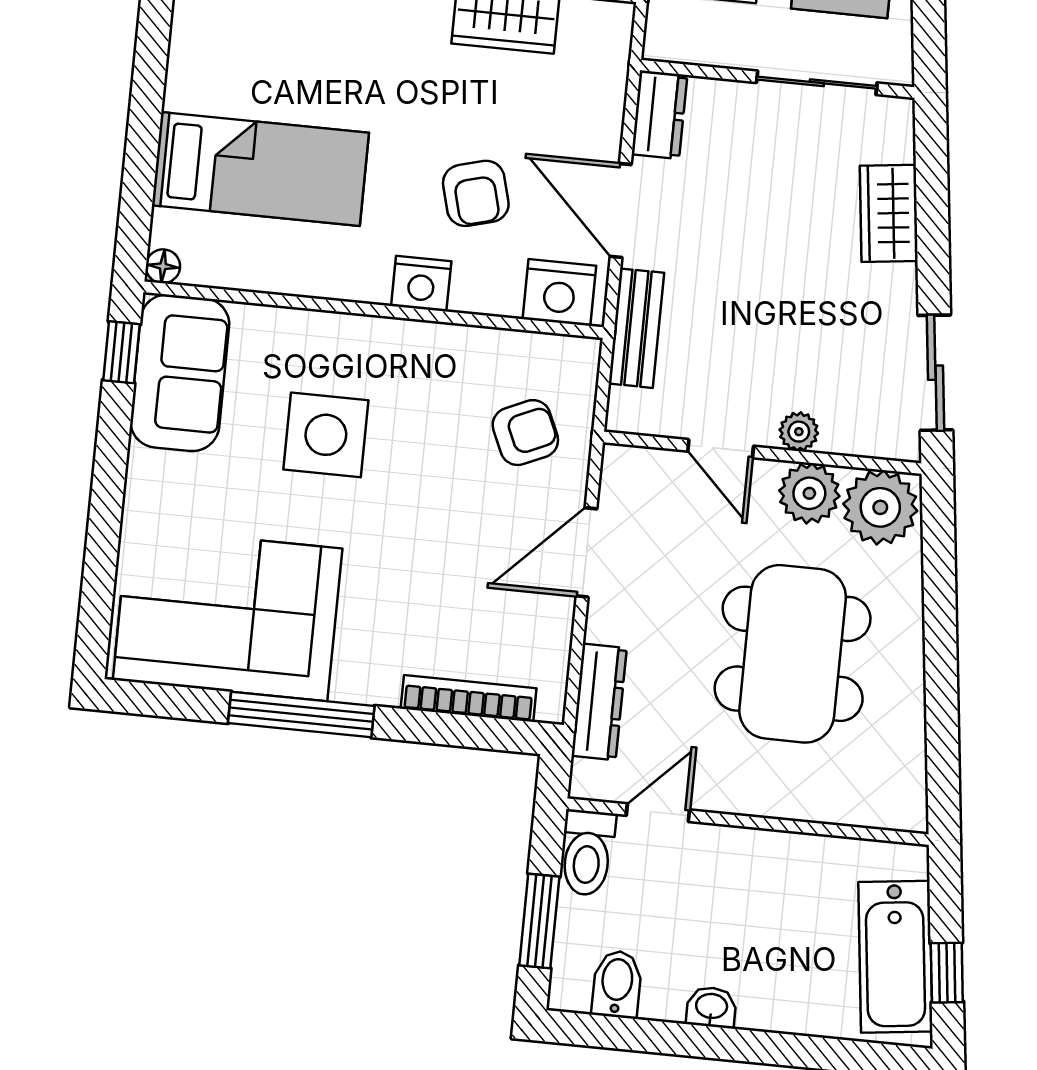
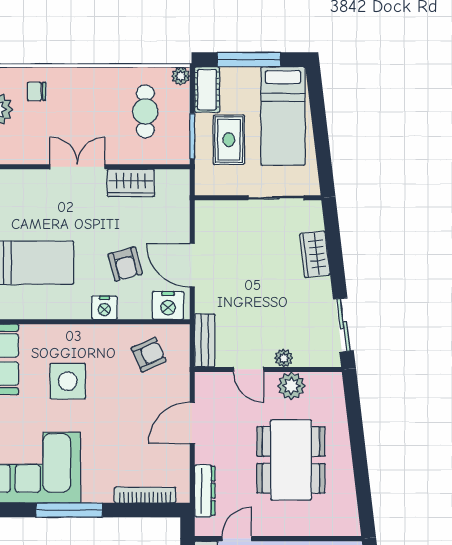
dresser: (659, 115) -> (206, 220), removed
bench: (636, 328) -> (205, 340), moved
armchair: (525, 433) -> (149, 355), moved
plant: (880, 507) -> (324, 389), removed

